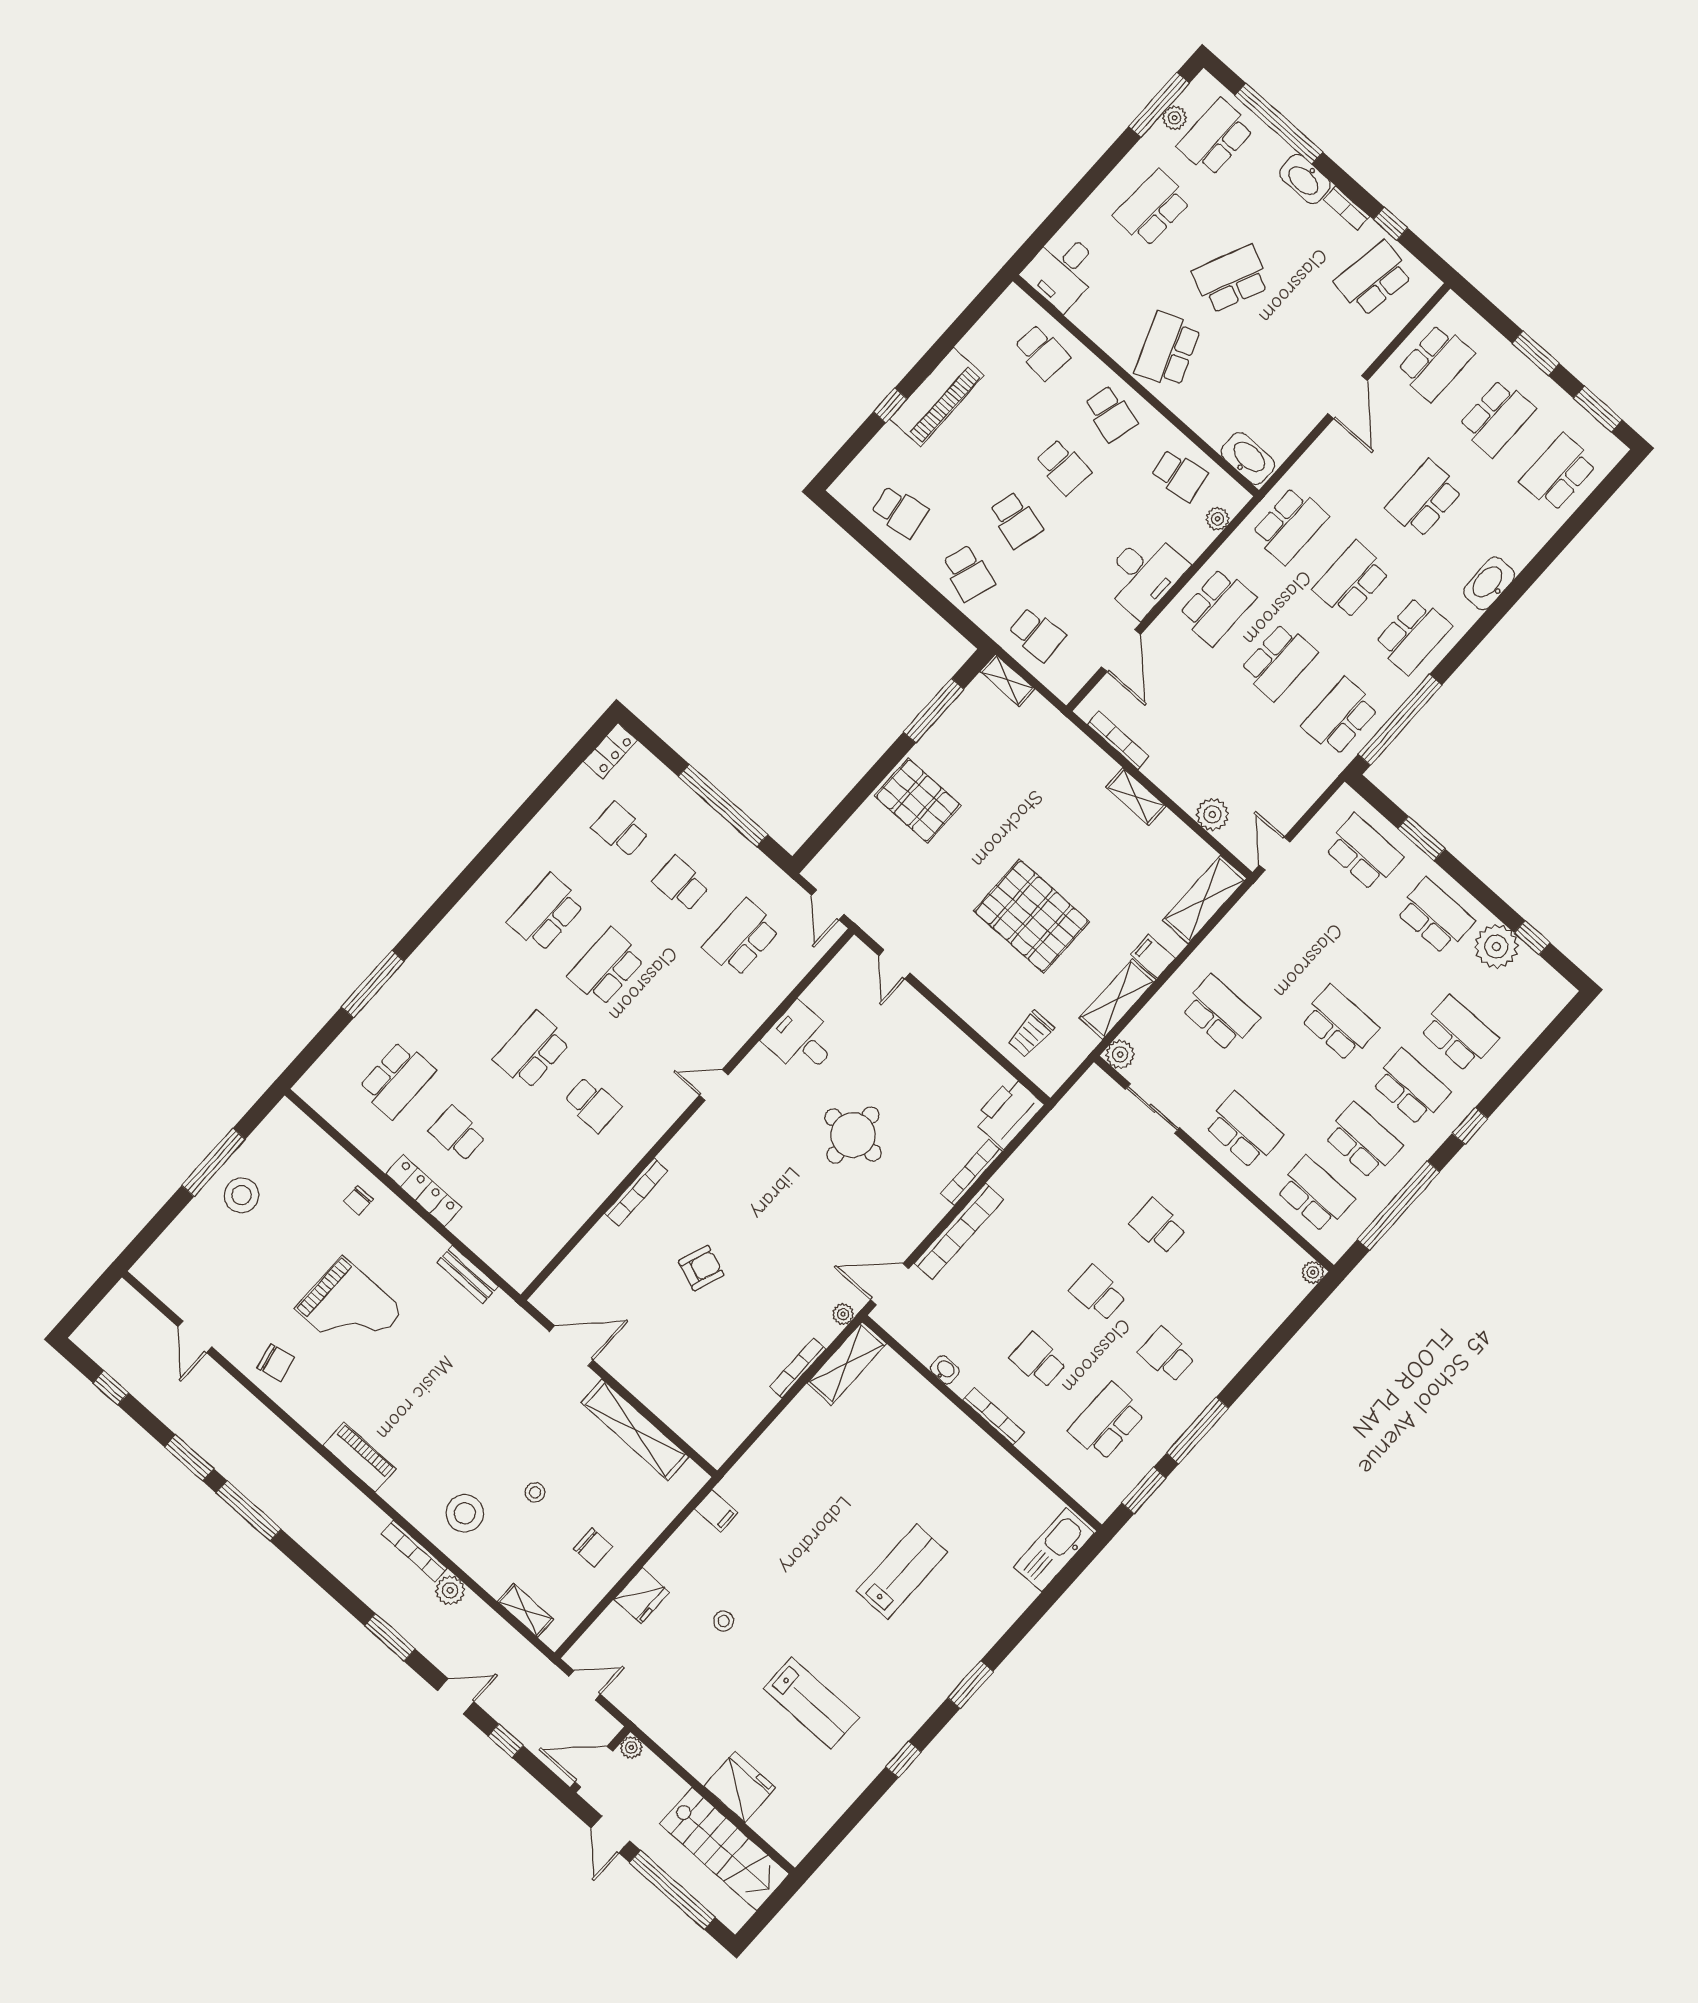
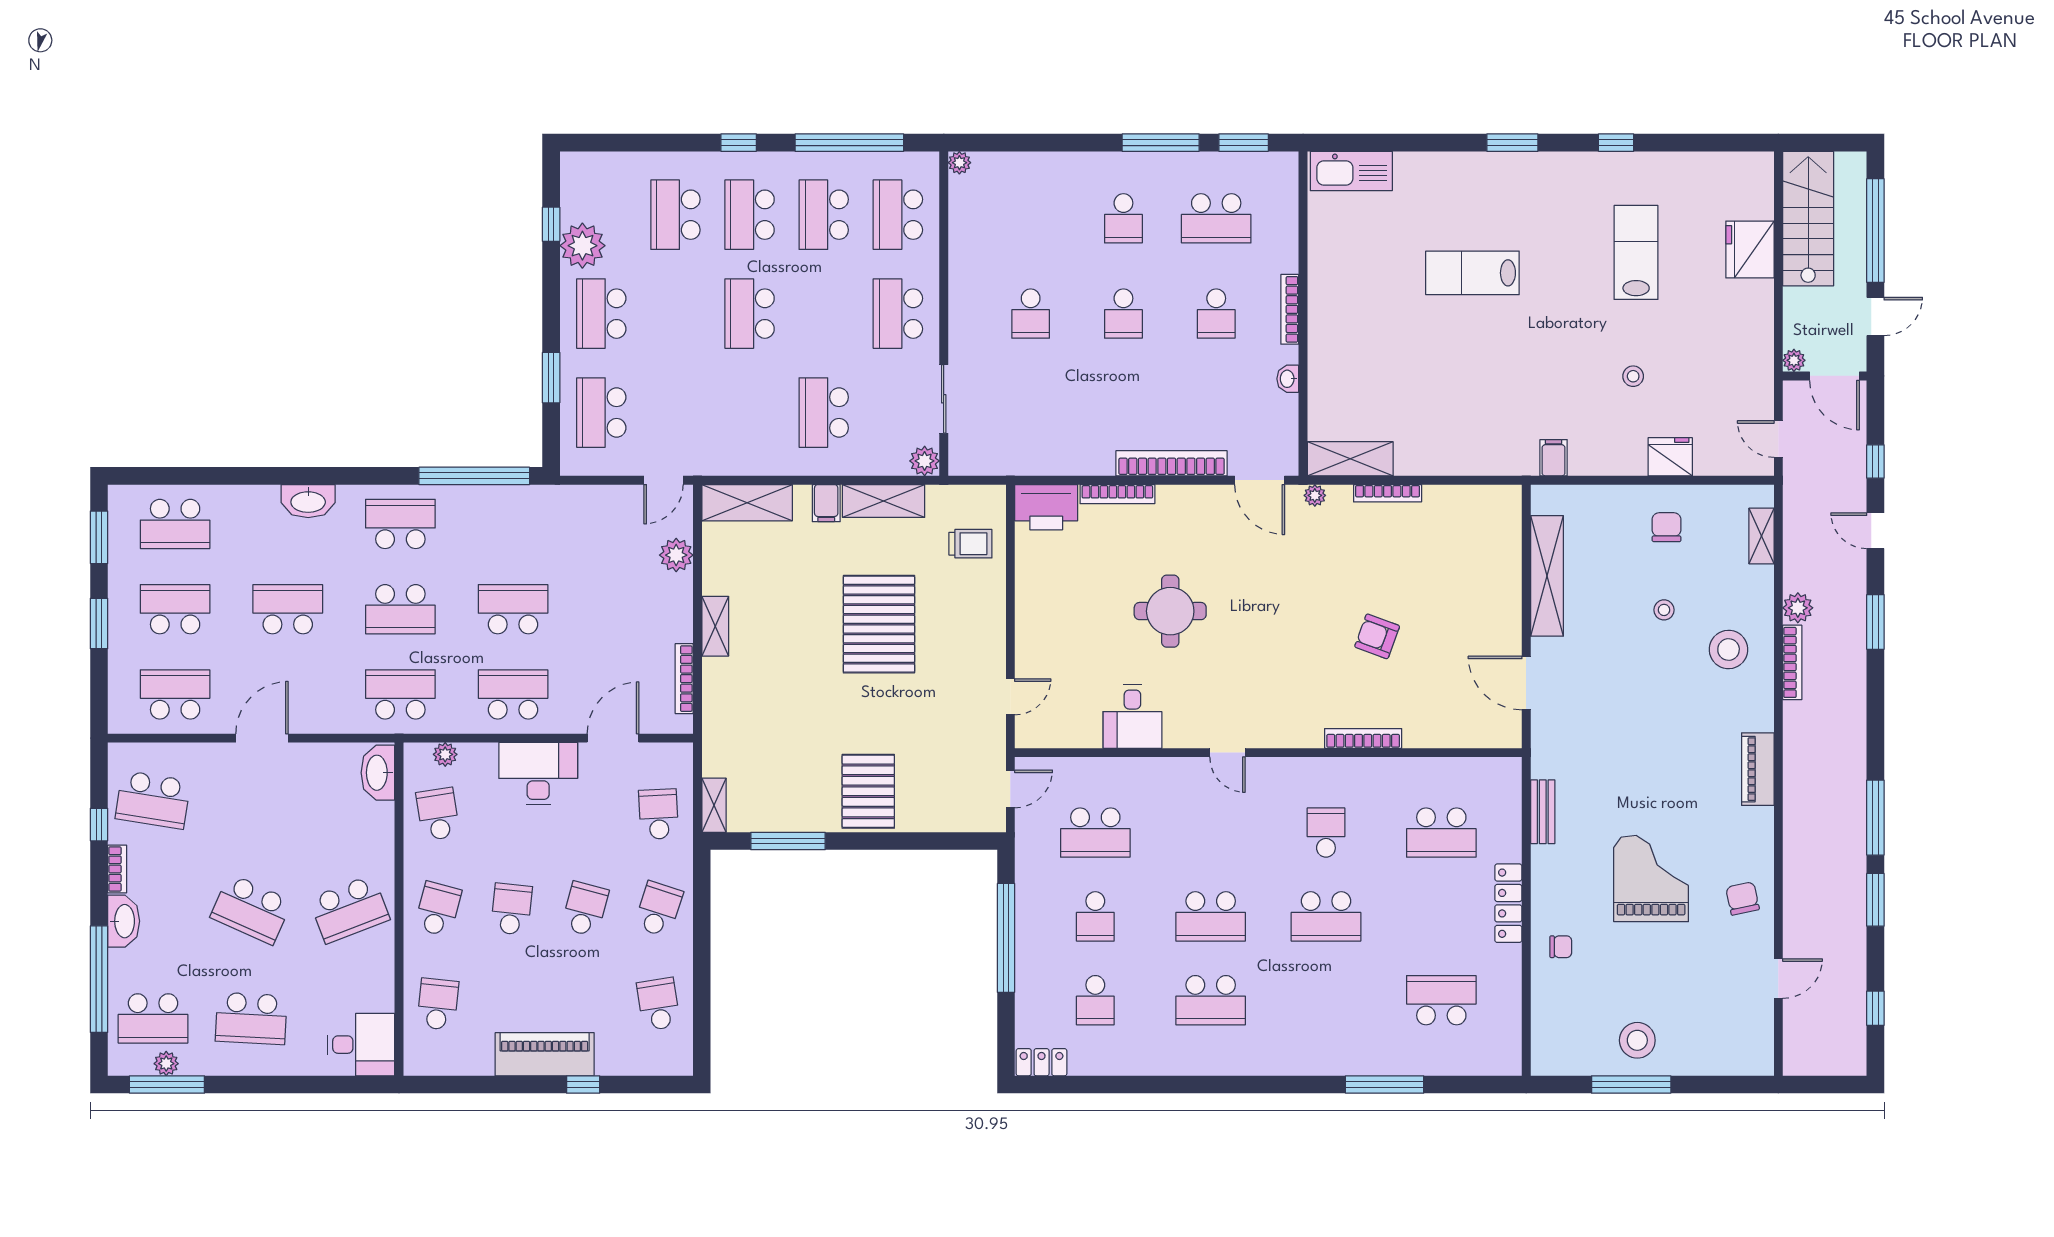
school desk: (1424, 499) -> (288, 609), turned 180
school desk: (1340, 717) -> (513, 524), removed
school desk: (457, 1134) -> (1441, 833), moved, width x1.85

